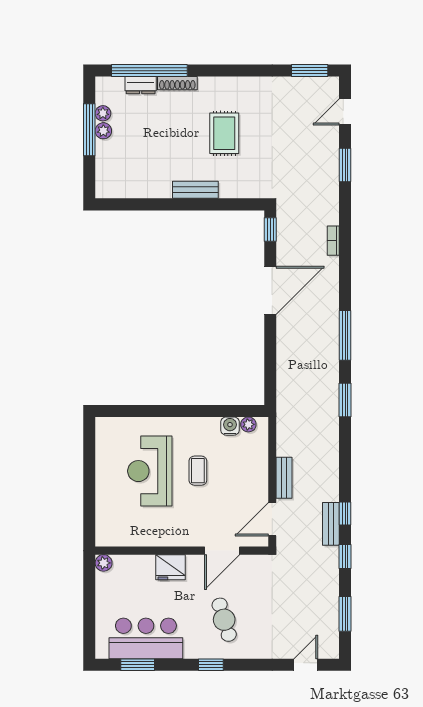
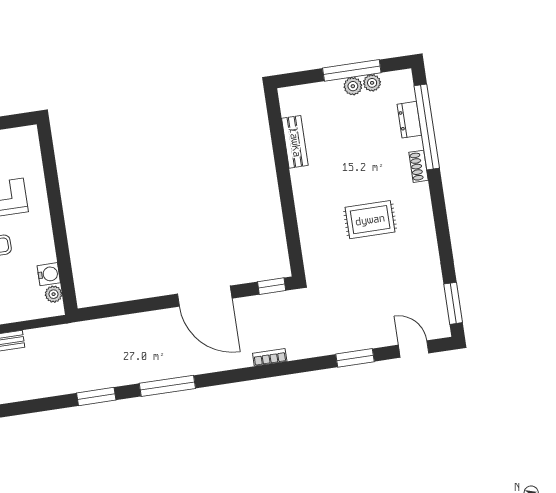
shoe rack: (177, 83) -> (418, 166), width x0.70
bench: (195, 190) -> (295, 142), moved

